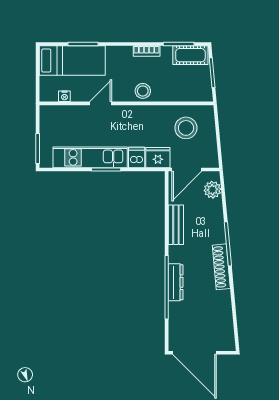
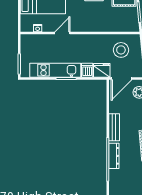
stool: (143, 91) -> (91, 25), removed
bench: (176, 225) -> (114, 127), moved

